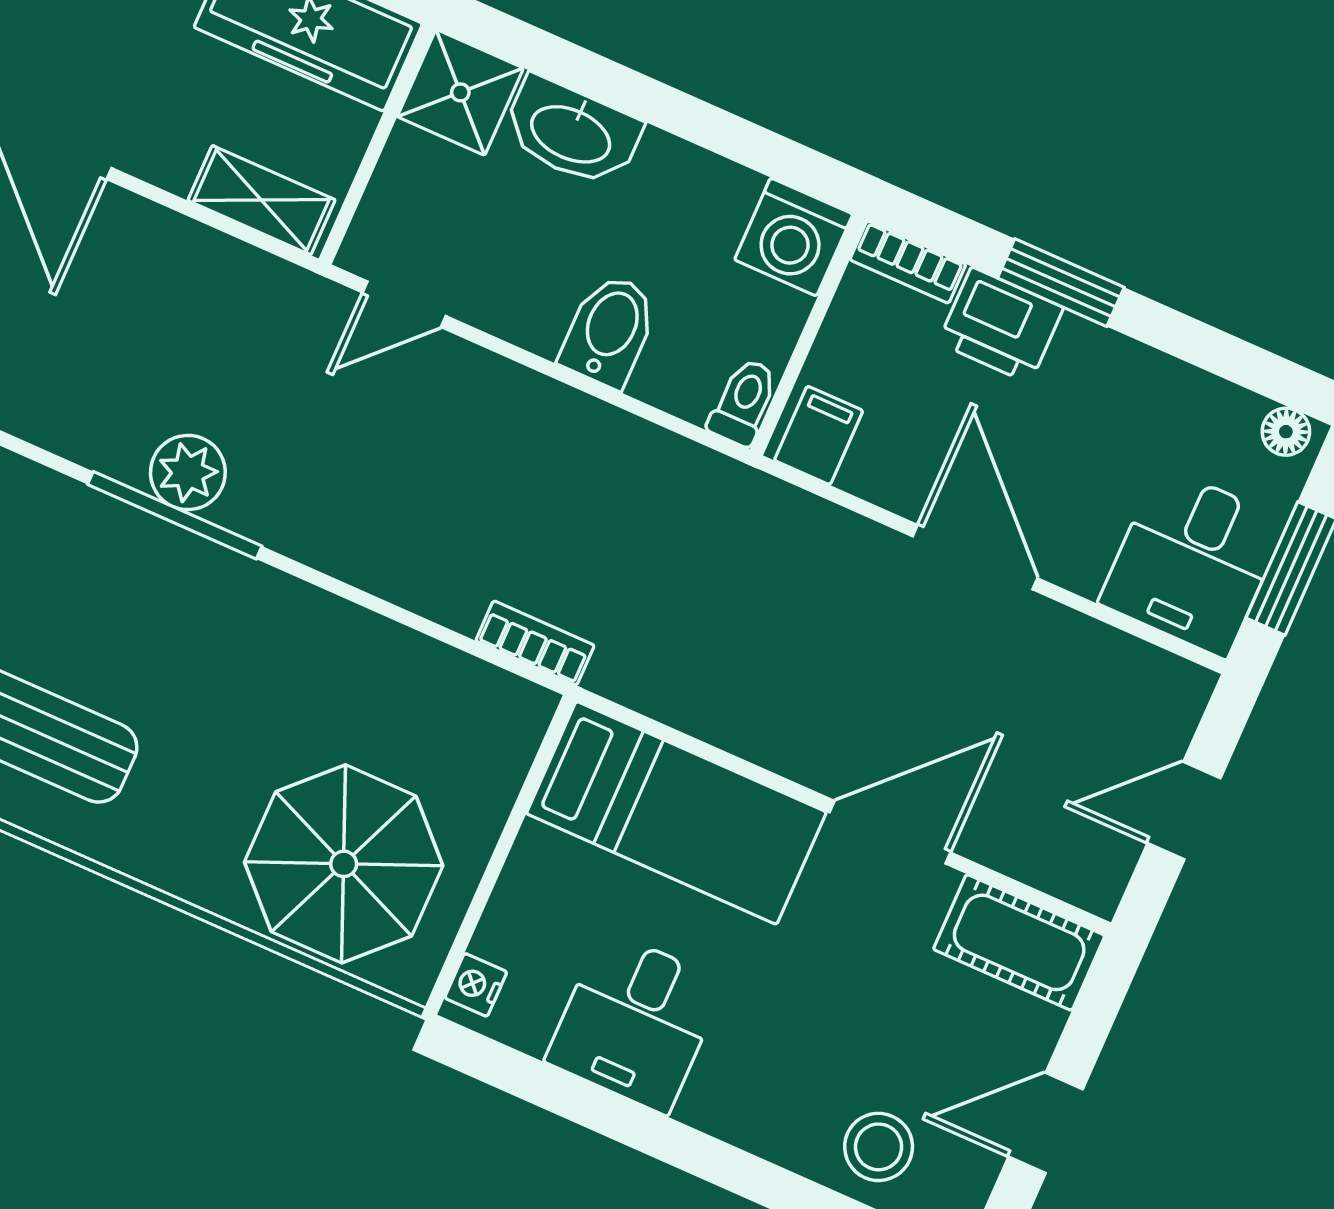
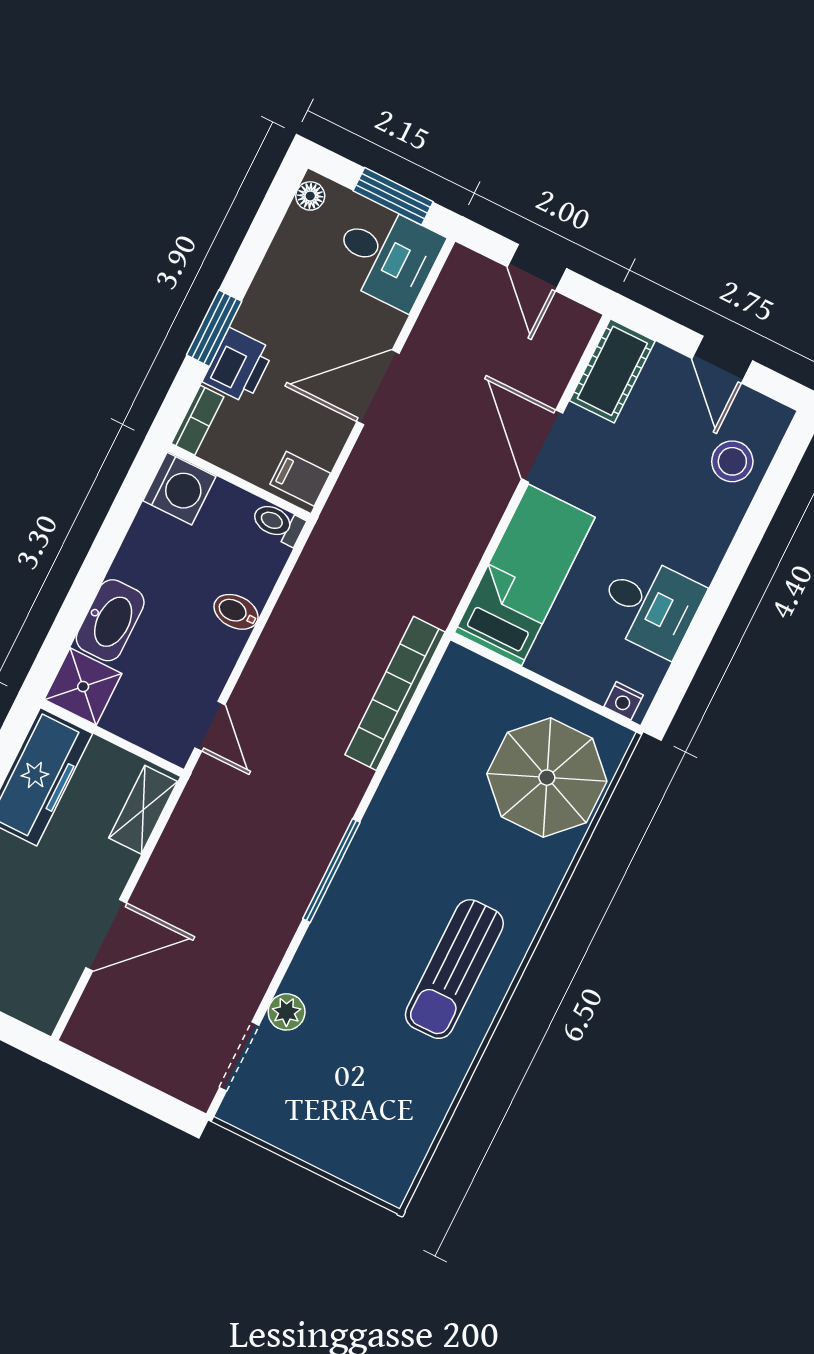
bidet: (609, 331) -> (236, 612), width x0.72, depth x0.74
plant: (188, 472) -> (306, 861), removed
bookcase: (535, 643) -> (395, 693), width x2.31, depth x1.31

